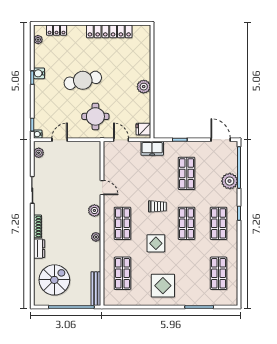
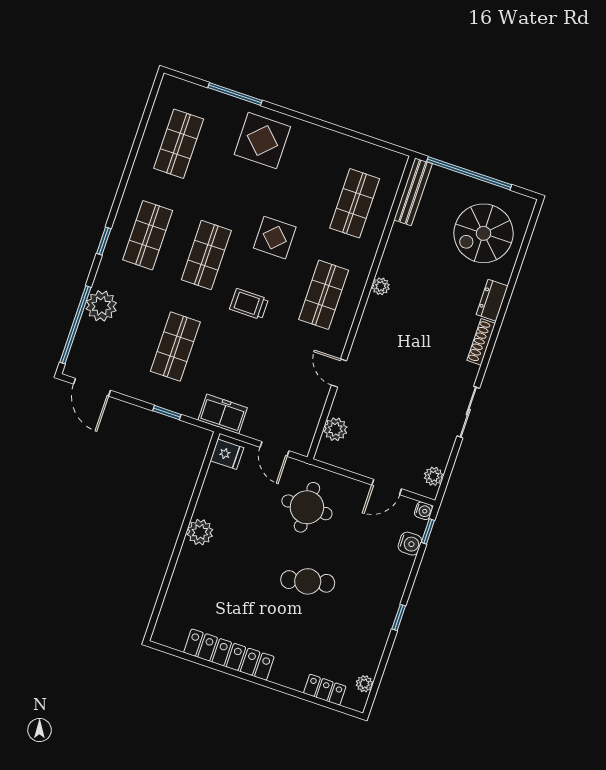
water cooler: (39, 73) -> (410, 544), moved
cafe table: (83, 80) -> (308, 581), width x0.73, depth x0.74
plant: (94, 210) -> (335, 429), moved
display table: (163, 286) -> (262, 141), moved

